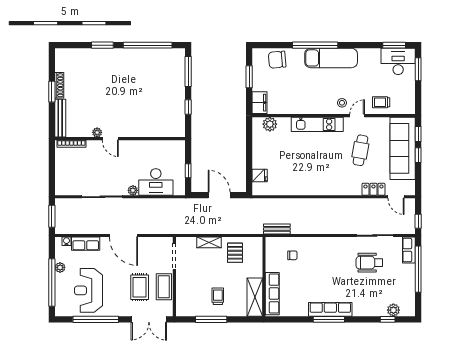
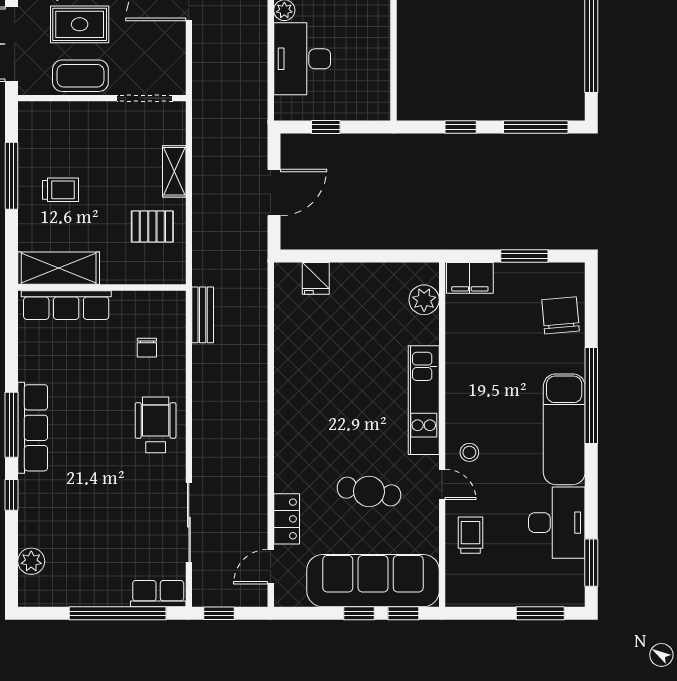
desk: (398, 61) -> (557, 523), moved
wheelchair: (369, 263) -> (156, 425), moved
window: (388, 319) -> (12, 495), moved

